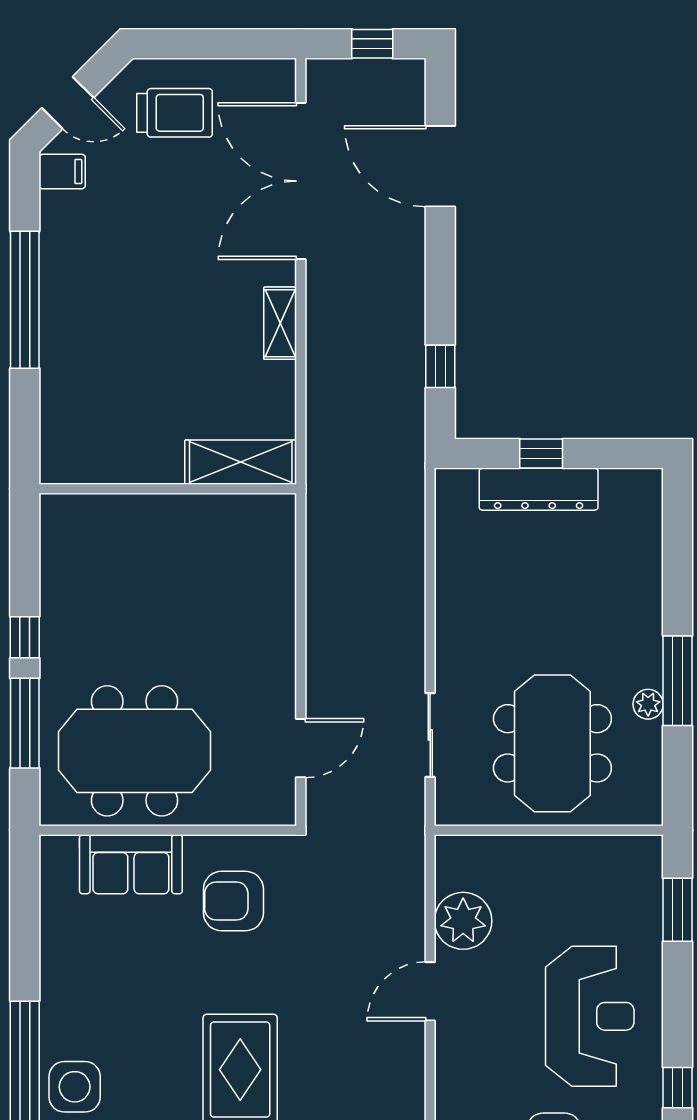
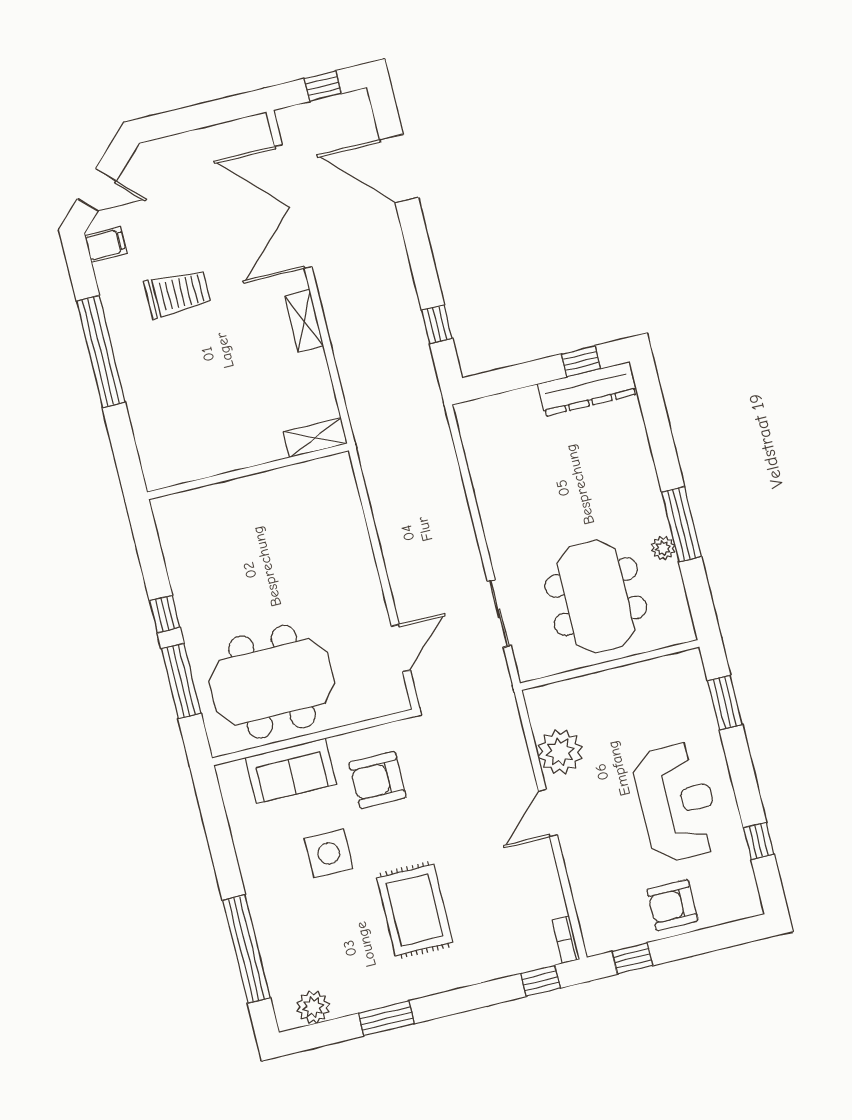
trolley: (175, 113) -> (177, 293), moved
window: (541, 454) -> (581, 361), moved
shelving: (241, 462) -> (315, 438), width x0.67, depth x0.75
dresser: (539, 489) -> (587, 389), moved
side table: (75, 1087) -> (329, 853), moved

